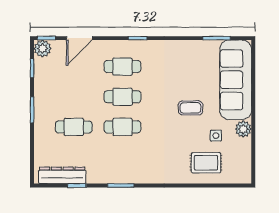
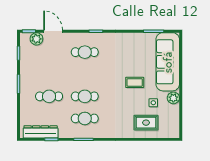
door: (79, 38) -> (53, 31), swing flipped
plant: (42, 49) -> (36, 39), moved
cafe table: (122, 97) -> (85, 118), moved

